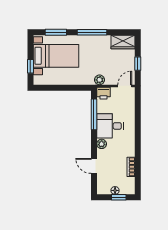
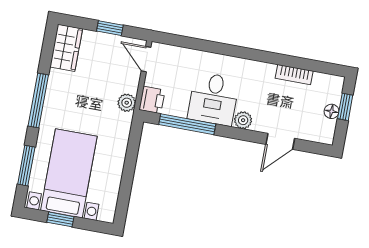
window: (30, 66) -> (60, 219), moved

